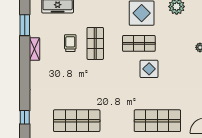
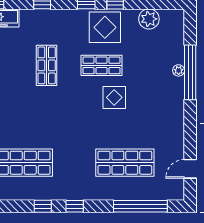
trolley: (70, 43) -> (15, 65), removed

